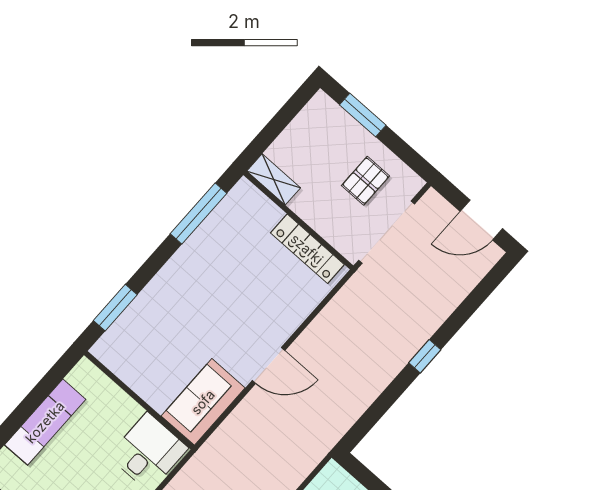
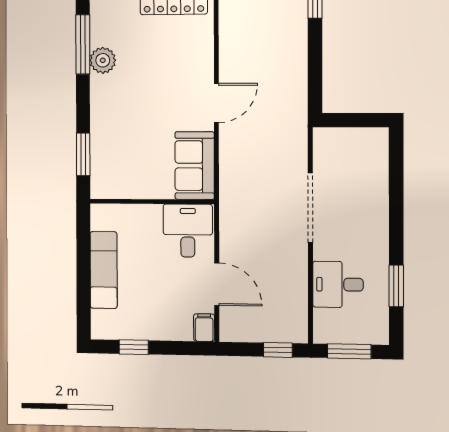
plant: (204, 242) -> (103, 60), added

